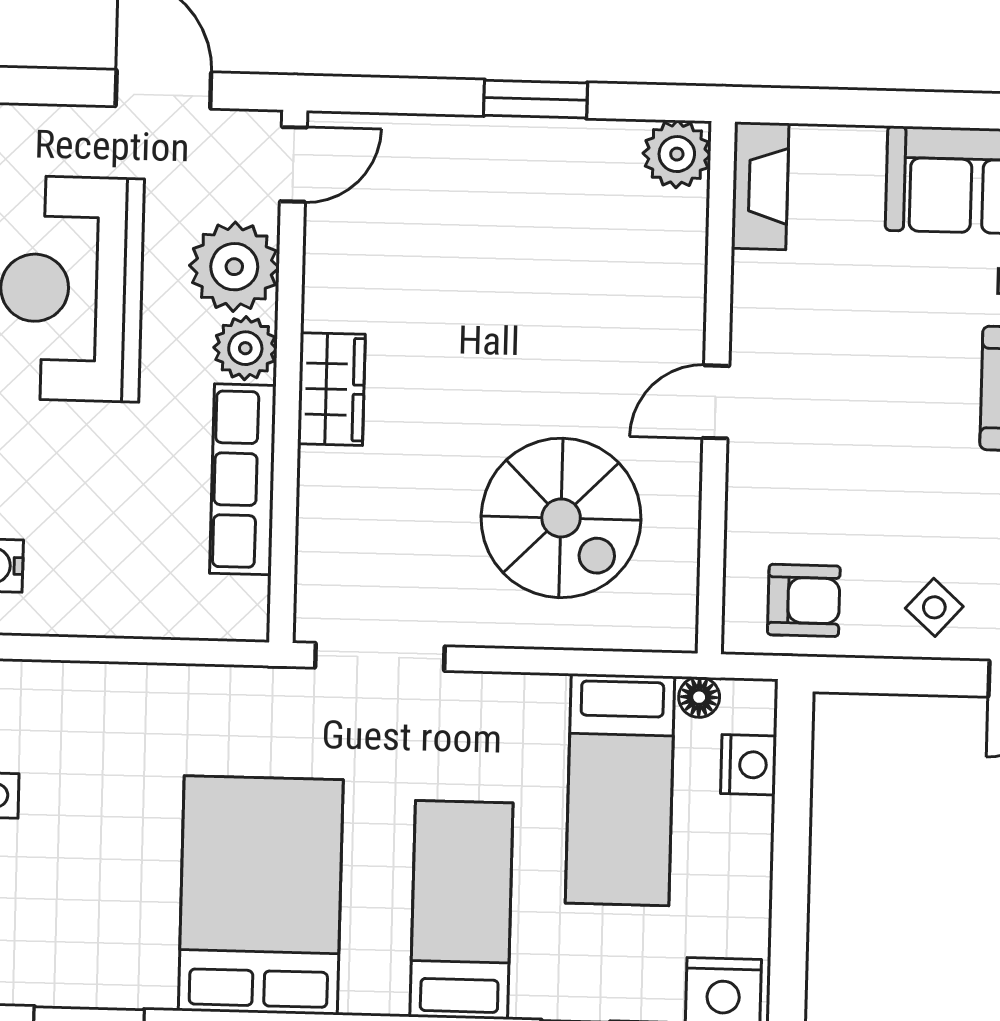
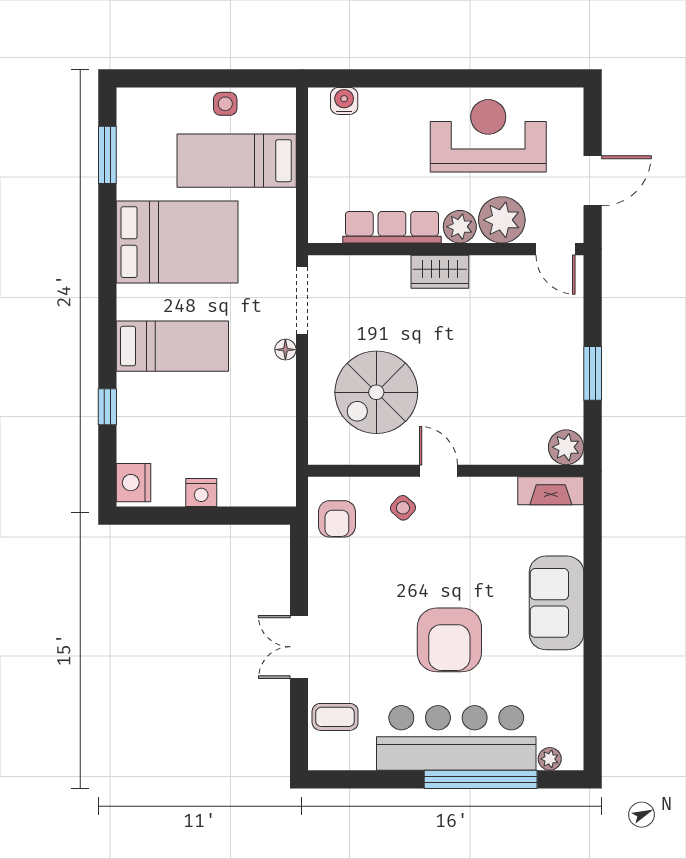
side table: (934, 607) -> (403, 508), moved
floor lamp: (699, 697) -> (285, 350), moved
nightstand: (749, 765) -> (201, 493), moved
bed: (620, 790) -> (237, 161), moved

